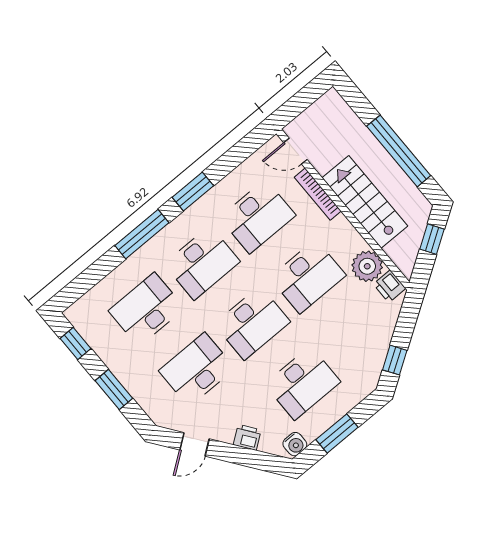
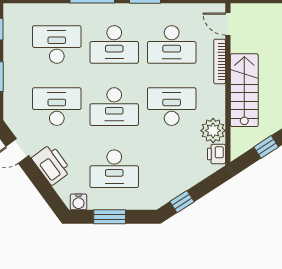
desk: (308, 277) -> (172, 107), turned 180
printer: (247, 437) -> (51, 165), width x1.87, depth x1.48

